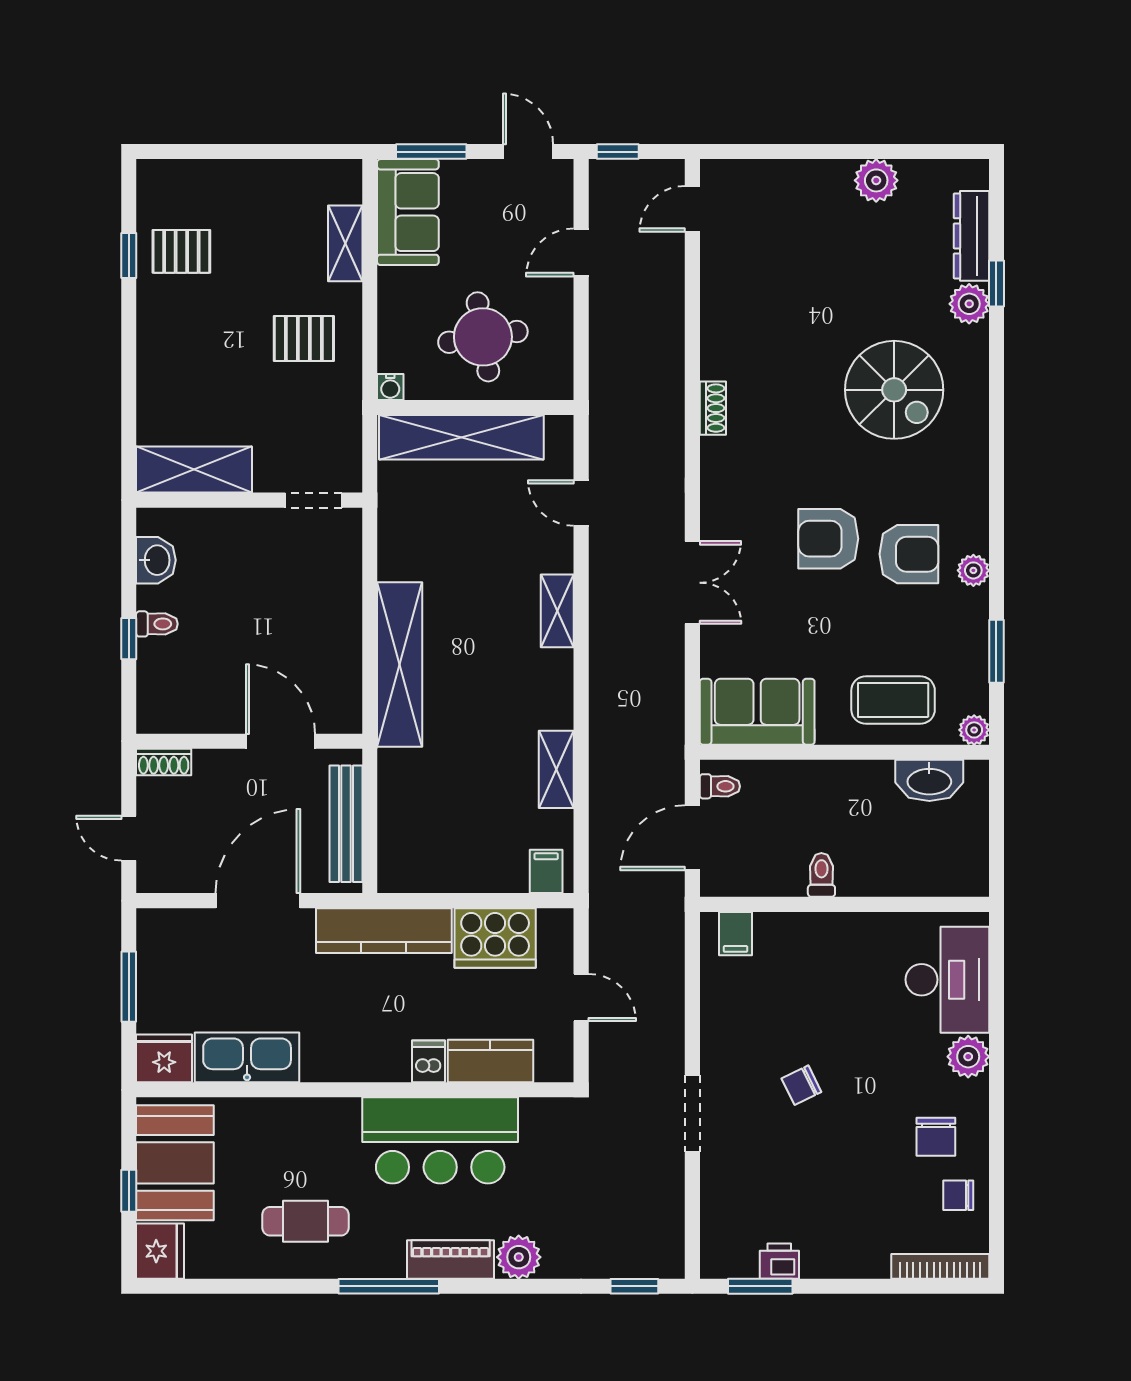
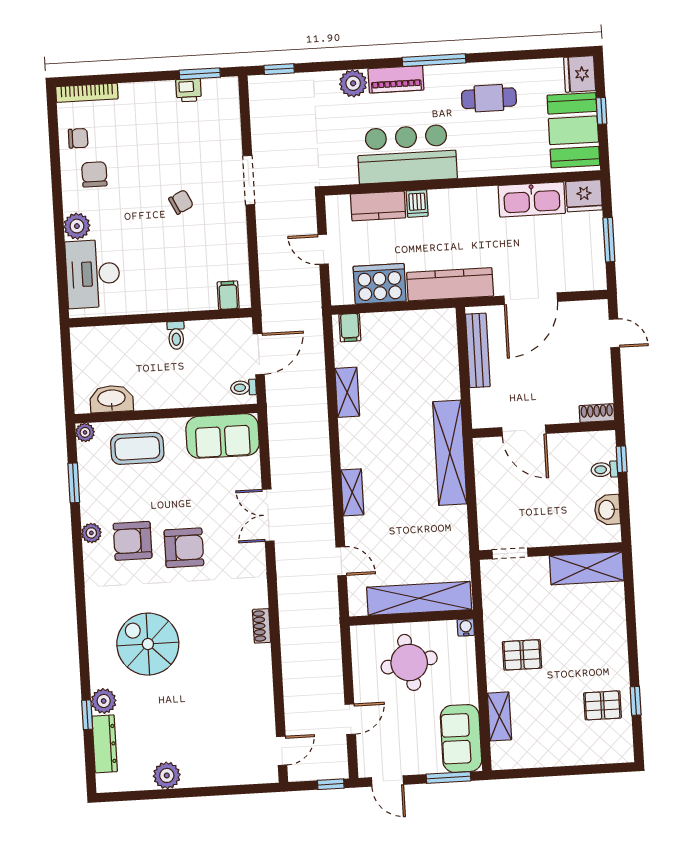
wall: (249, 741) -> (544, 429), moved
door: (281, 741) -> (524, 430), moved
shoe rack: (164, 762) -> (597, 413), moved

